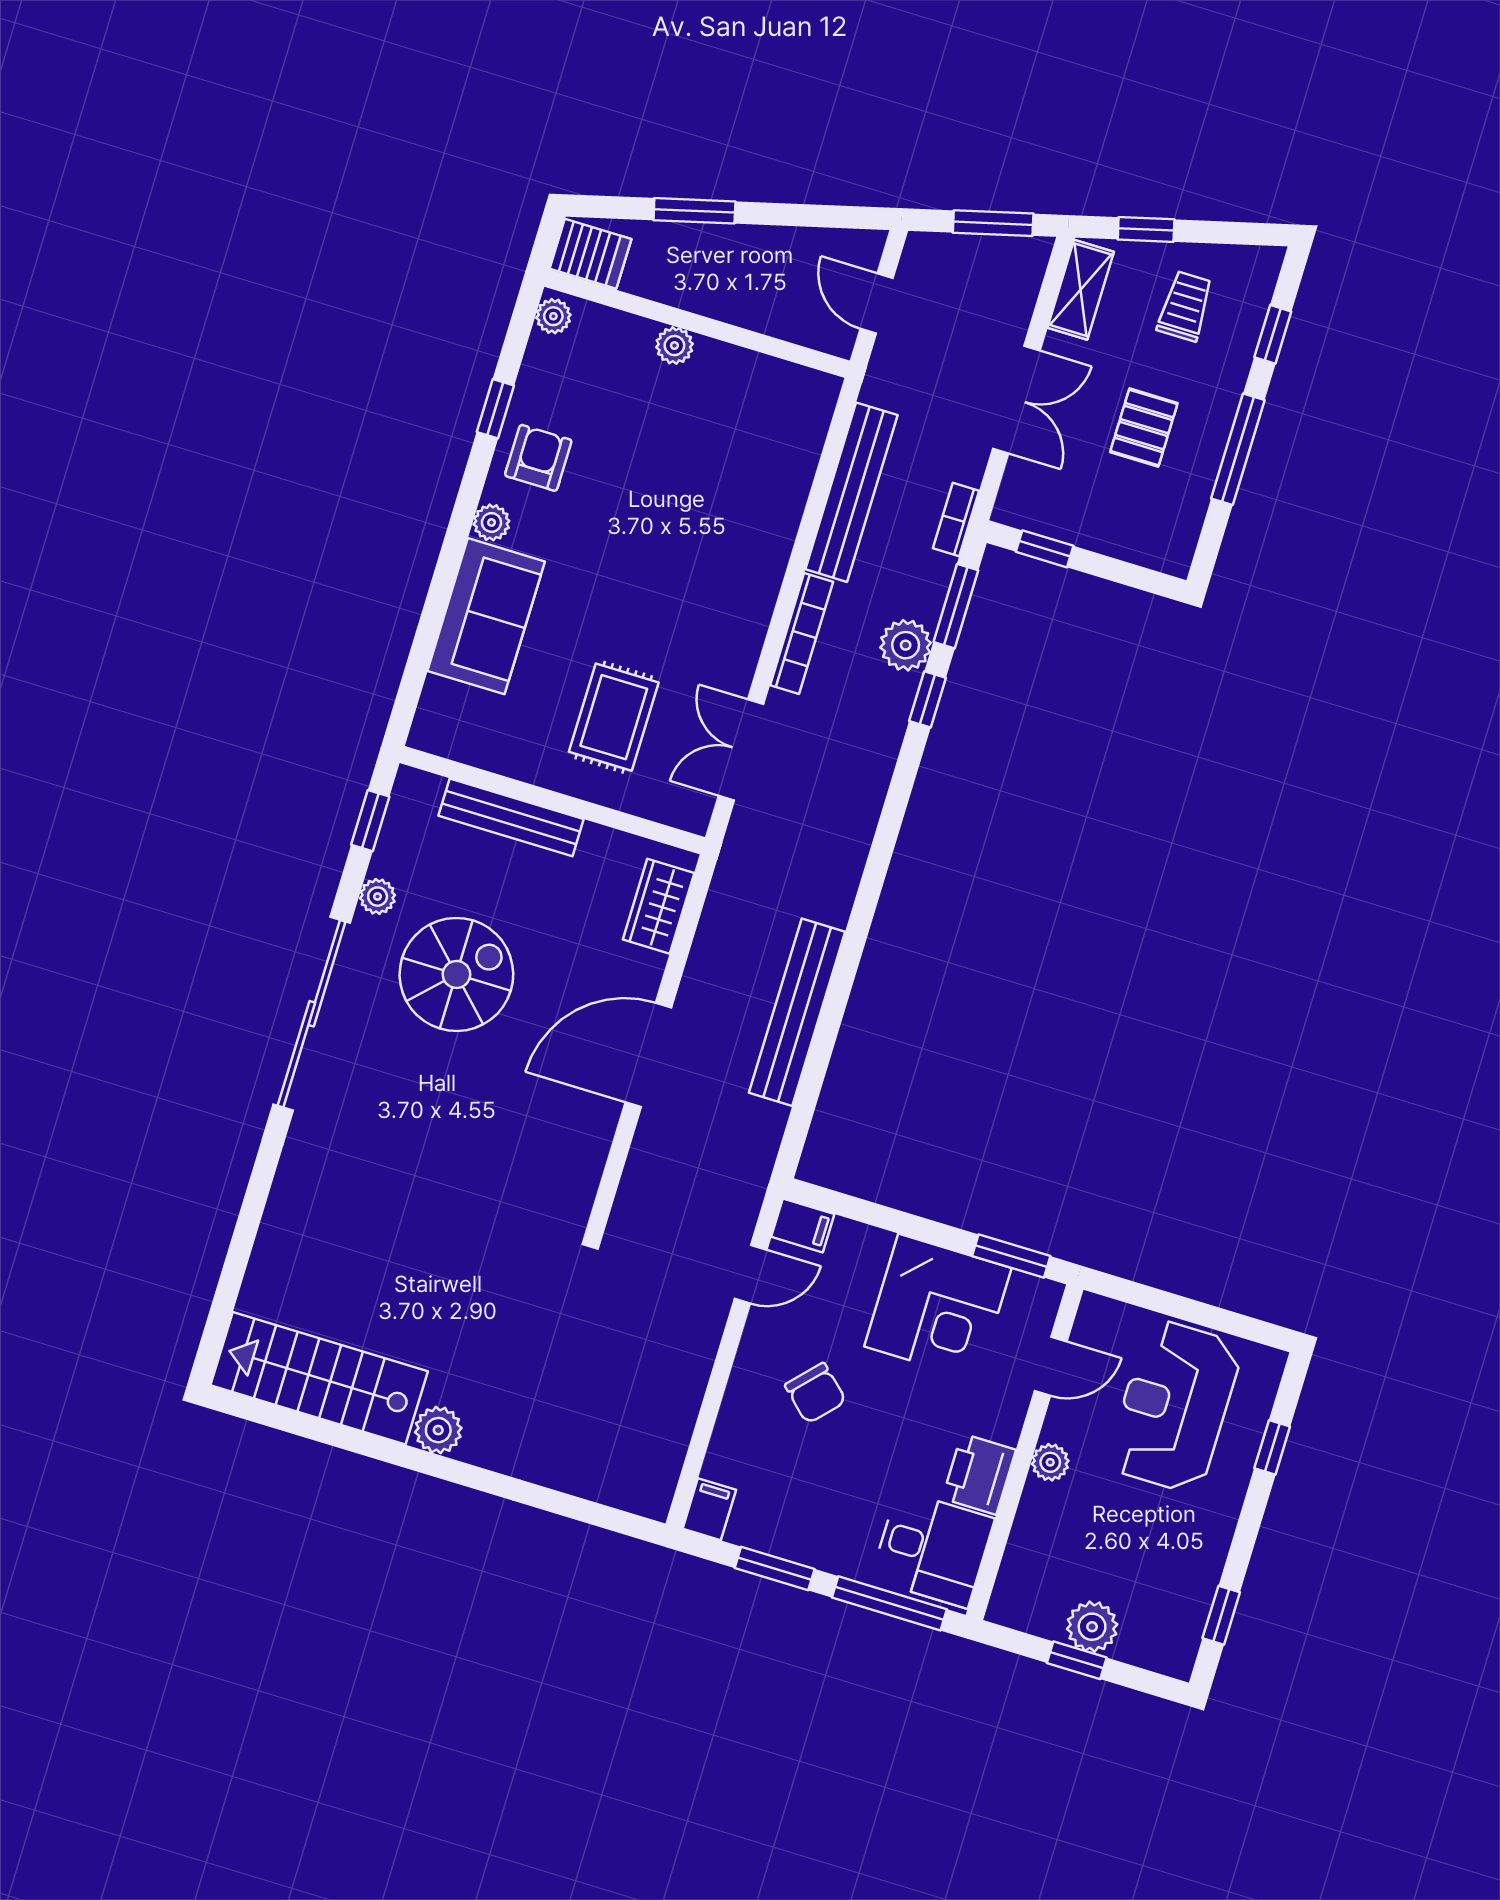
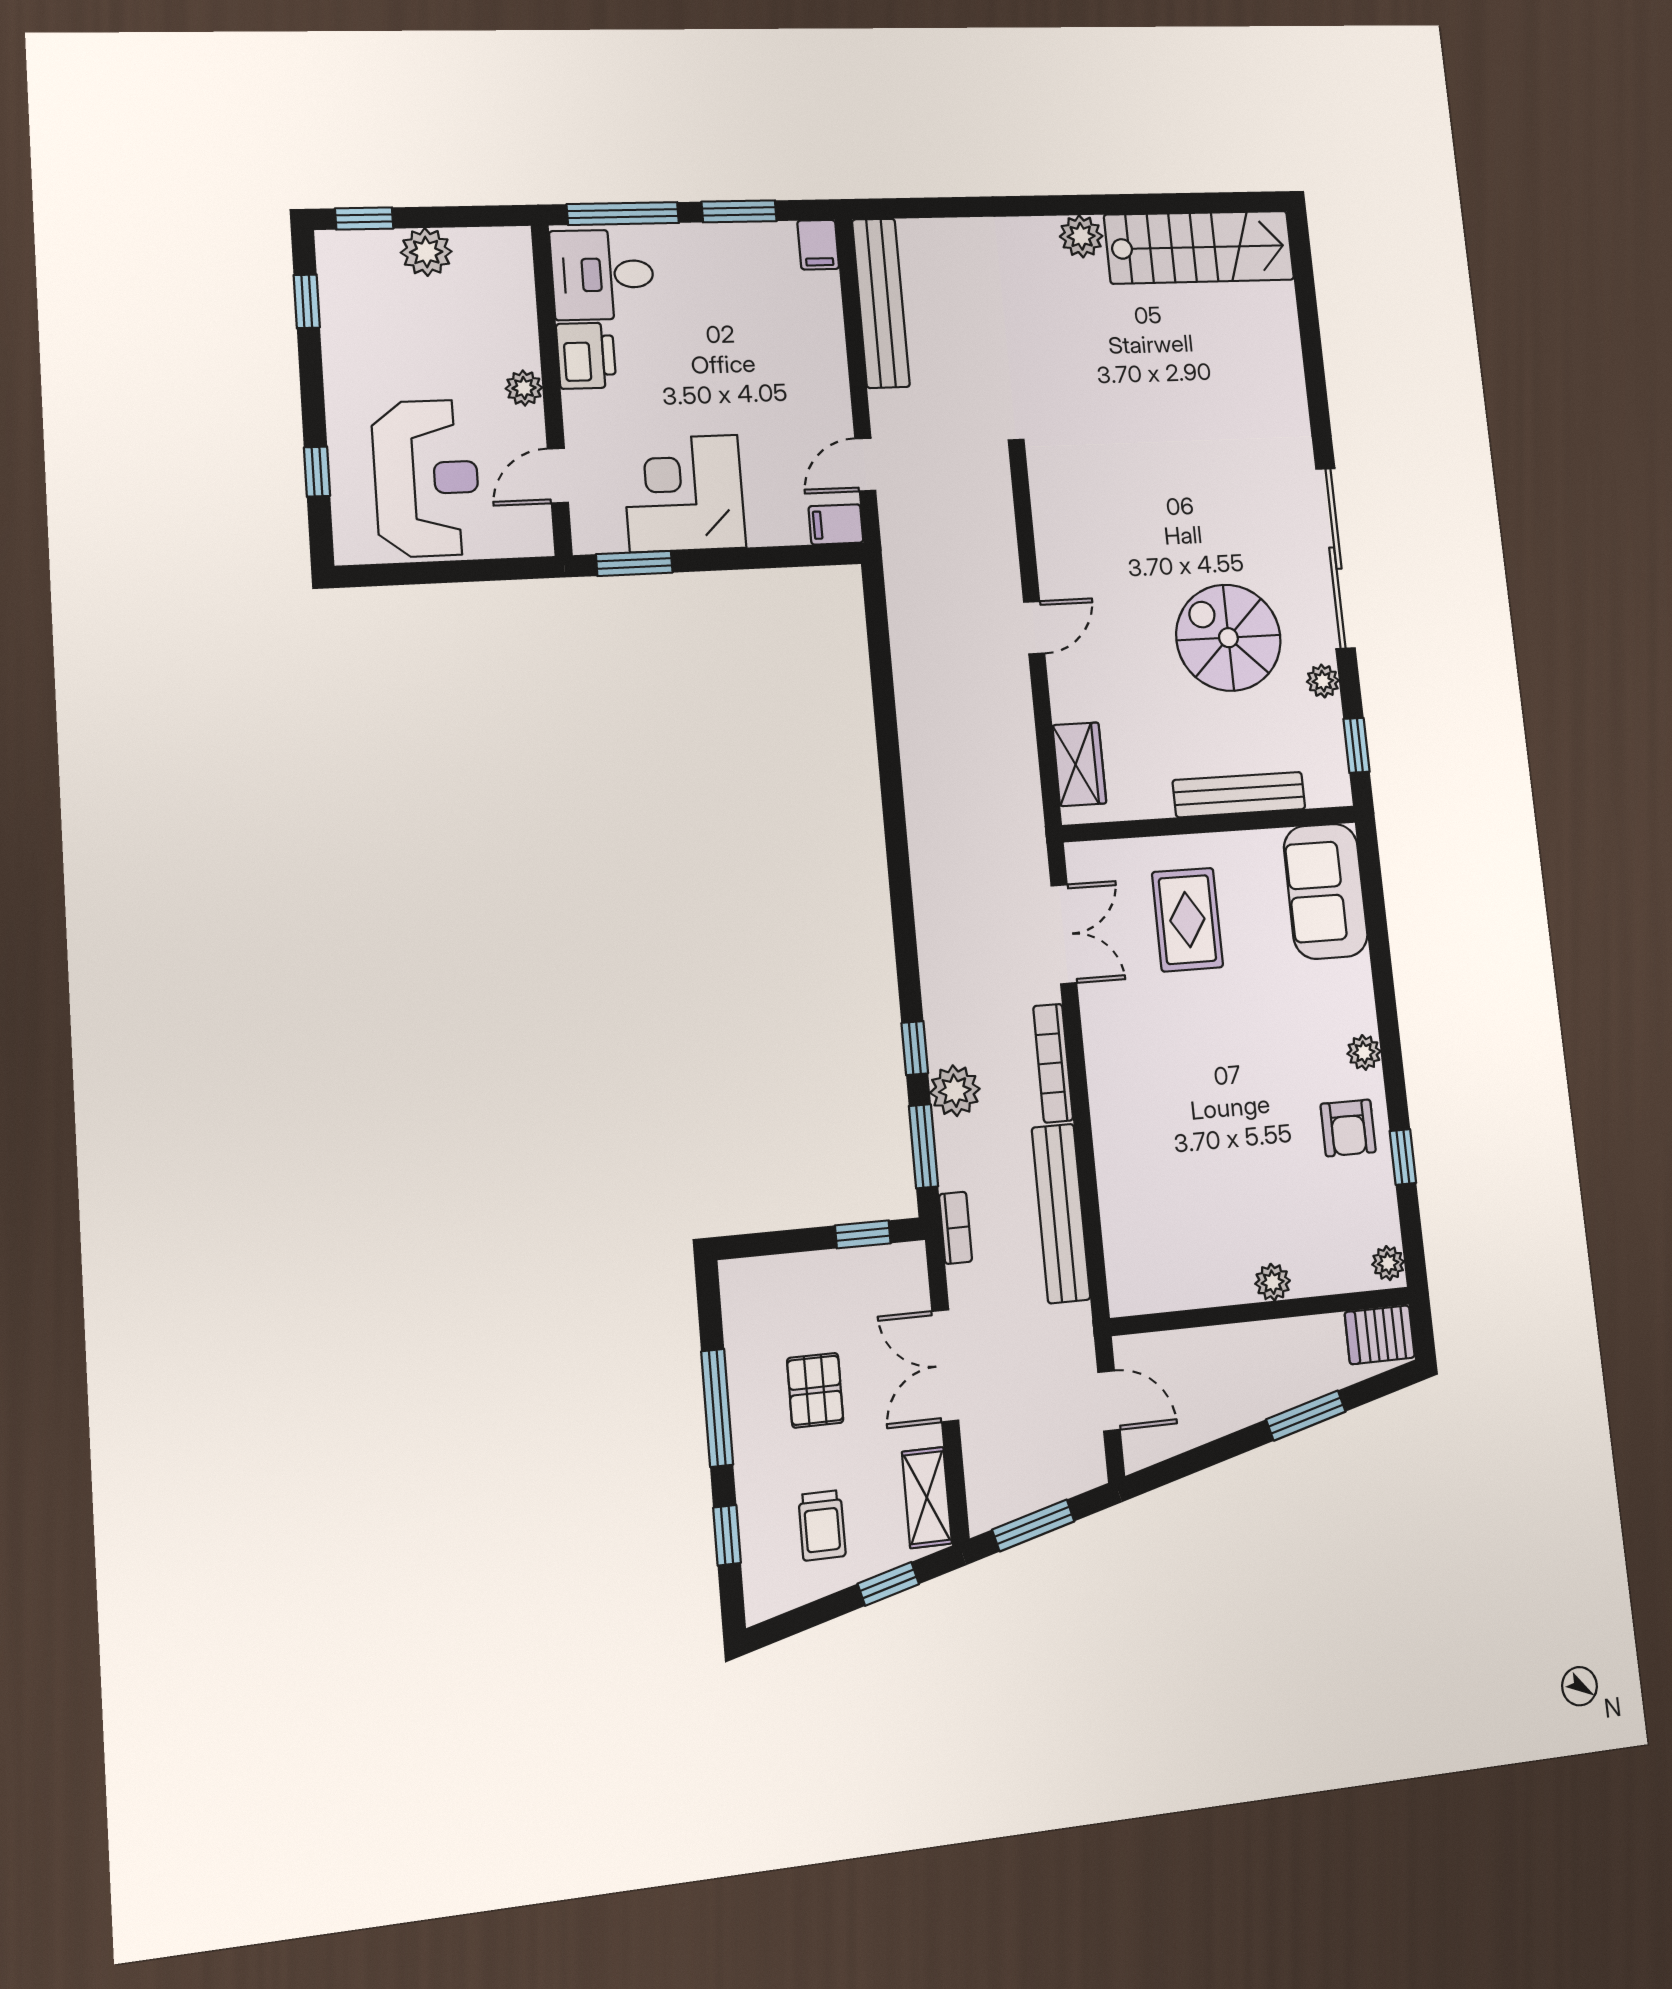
sofa: (486, 616) -> (1326, 891), moved
spiral stairs: (456, 974) -> (1228, 638), turned 90
bench: (797, 1012) -> (881, 303), moved
door: (648, 1055) -> (1034, 628), width x0.53
chair: (815, 1393) -> (765, 378), removed
window: (1077, 1660) -> (364, 218), moved

